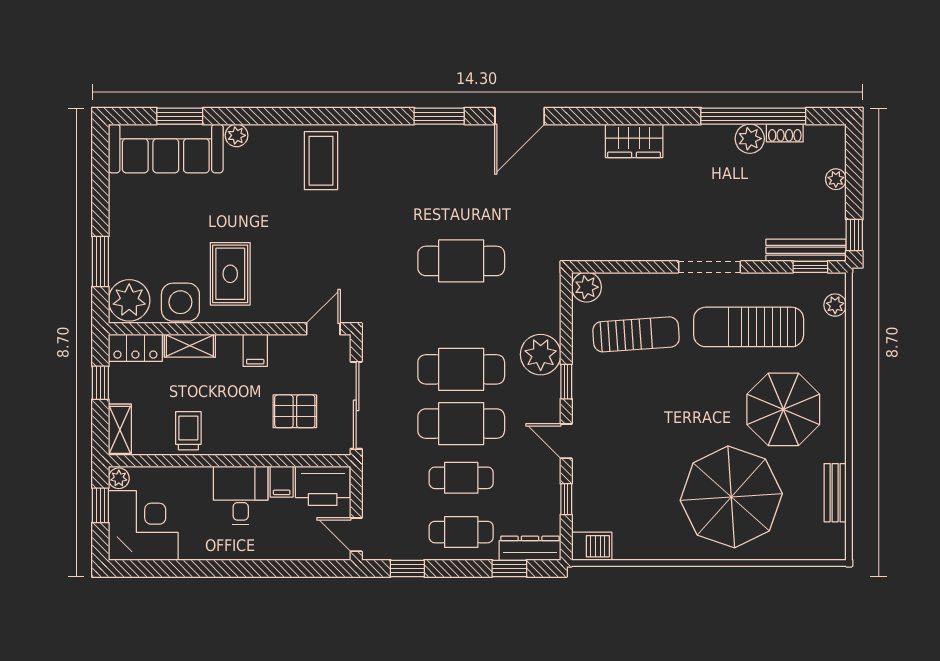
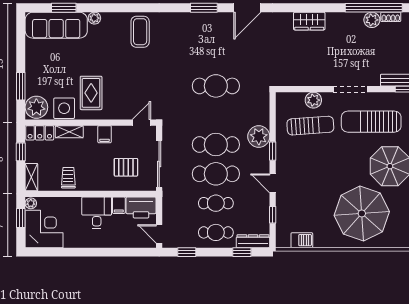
plant: (586, 287) -> (313, 100), moved
barbecue: (592, 546) -> (302, 240), moved

